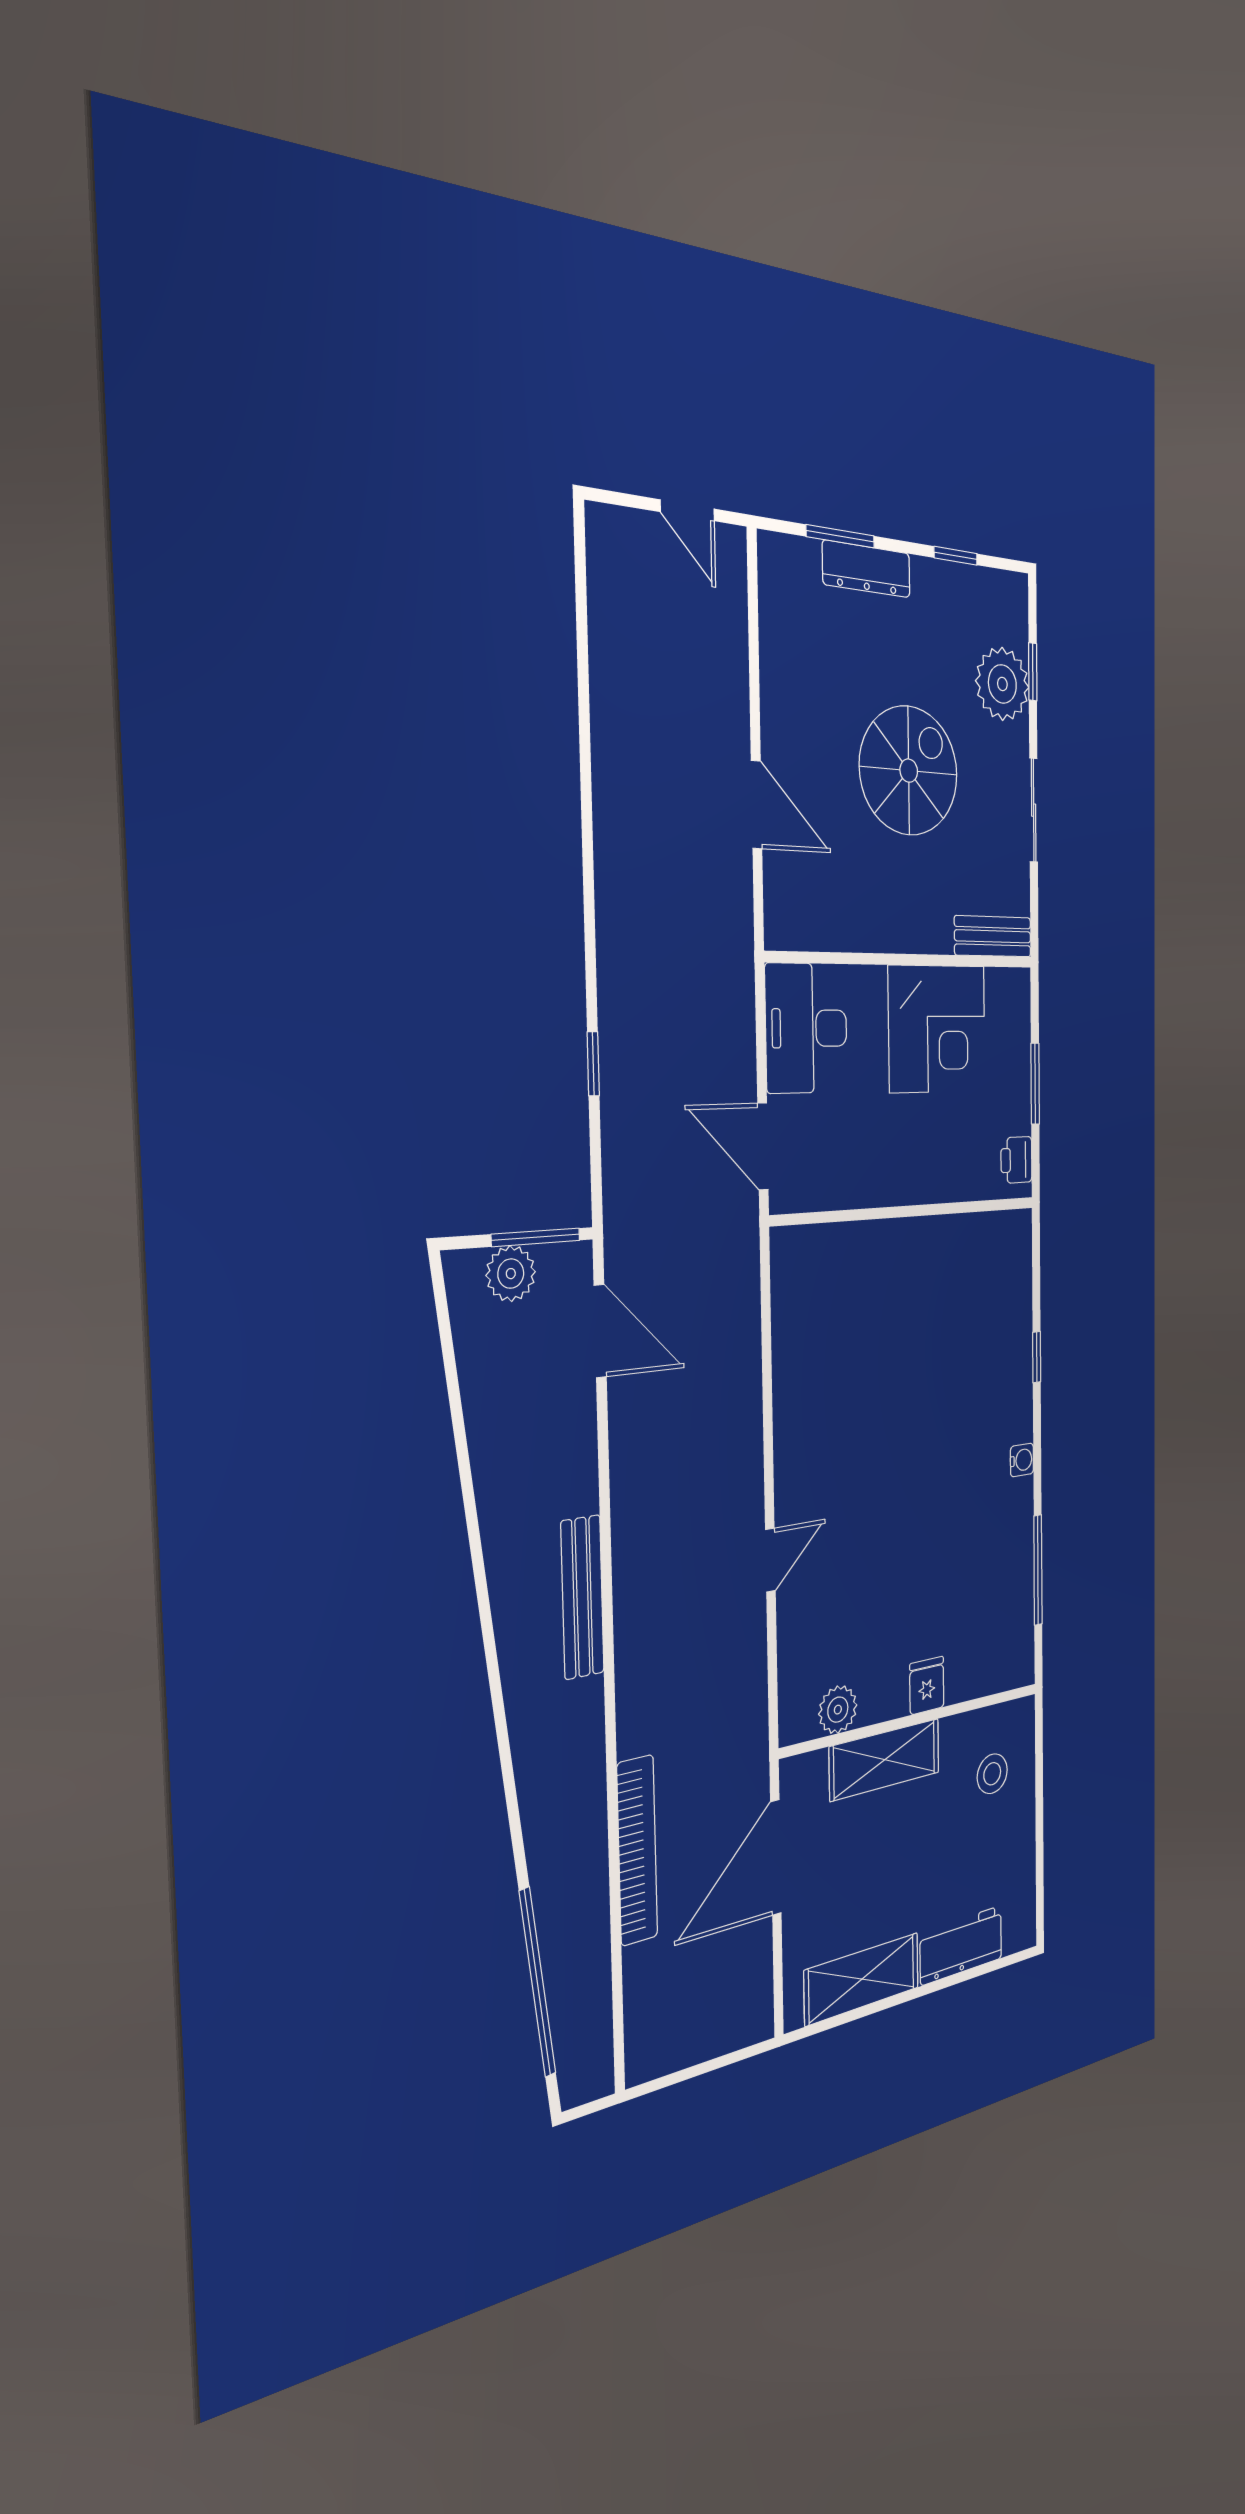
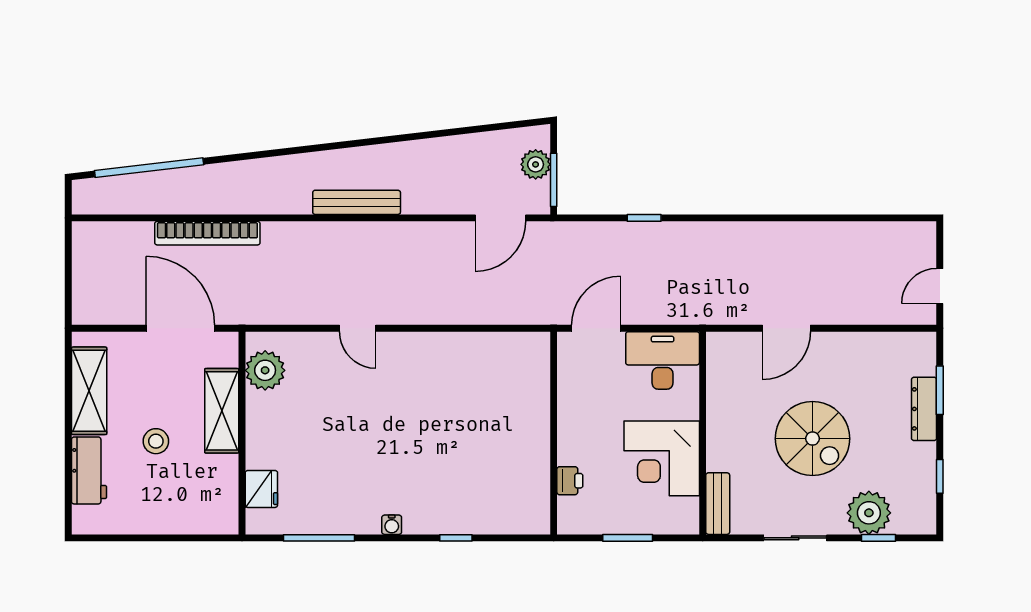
printer: (1016, 1160) -> (570, 481), moved, turned 90
fridge: (927, 1685) -> (261, 489), moved, width x1.38
plant: (838, 1710) -> (265, 370), width x1.36, depth x1.36
stool: (992, 1774) -> (156, 441), moved

